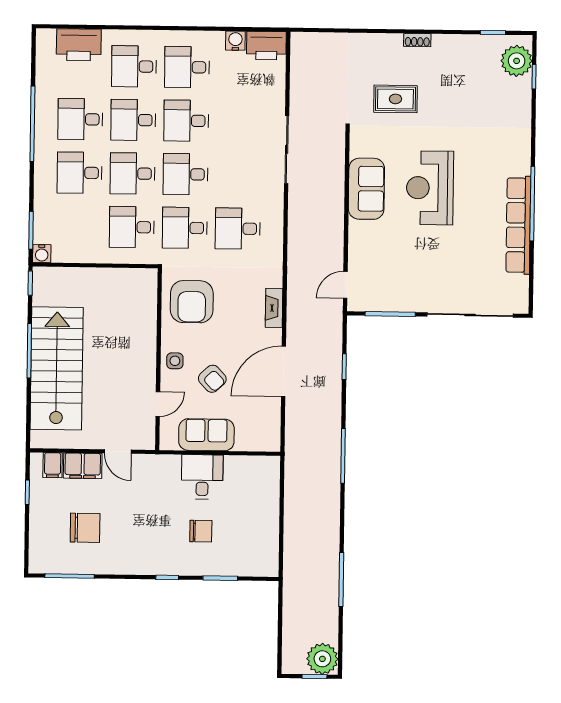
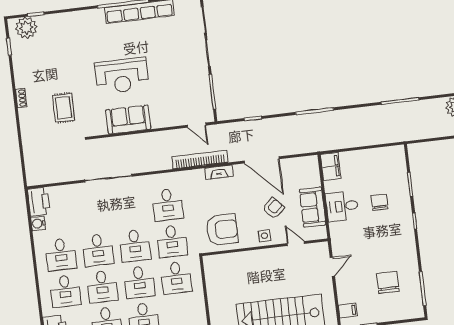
bookcase: (296, 283) -> (200, 160), added
filing cabinet: (83, 466) -> (331, 166), moved

